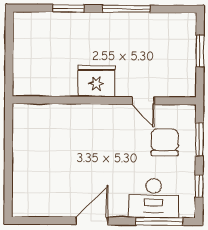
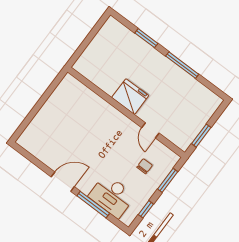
window: (200, 51) -> (201, 136), moved
chair: (165, 142) -> (145, 166), width x0.54, depth x0.54
window: (160, 221) -> (93, 205), moved

